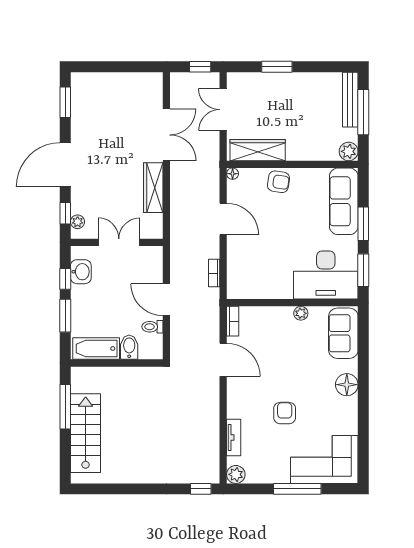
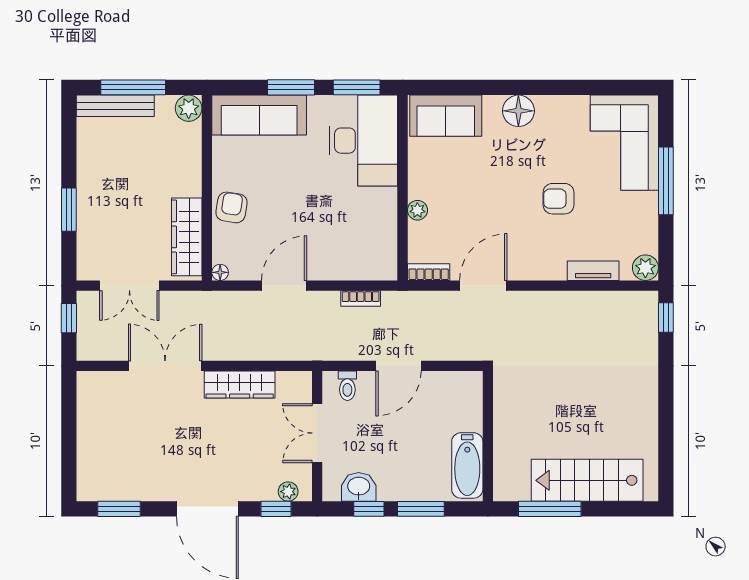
plant: (301, 313) -> (417, 210), moved
toilet: (152, 327) -> (347, 386), moved
bidet: (129, 347) -> (465, 419), removed

